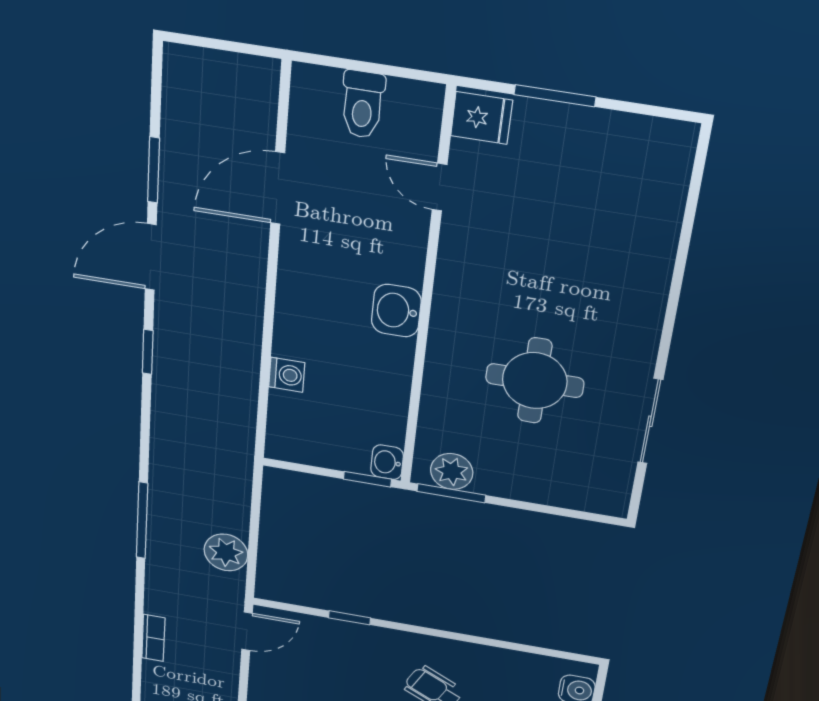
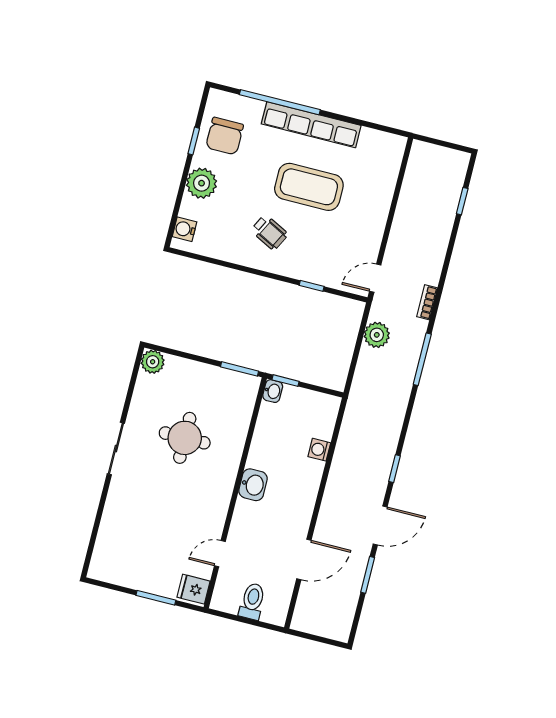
door: (439, 187) -> (220, 554), swing flipped
sliding door: (650, 421) -> (116, 449), moved
plant: (452, 471) -> (153, 362), moved
bookcase: (153, 638) -> (427, 302), moved

